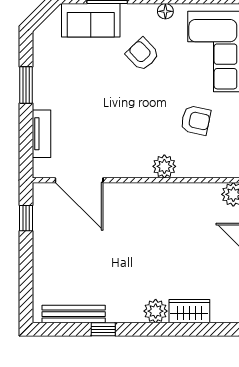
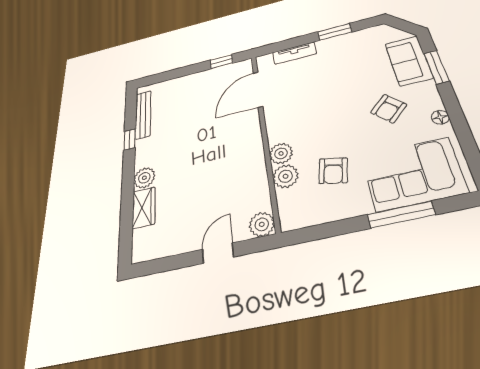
armchair: (142, 54) -> (389, 109), turned 180
plant: (190, 166) -> (286, 176), added

